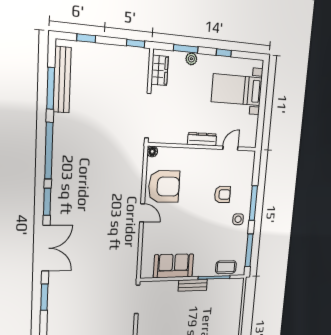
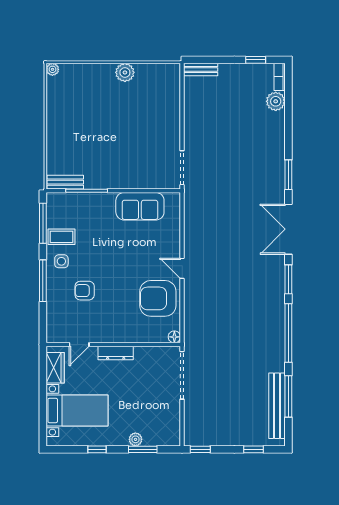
wardrobe: (160, 70) -> (55, 368), moved, turned 180
coffee table: (226, 267) -> (62, 237), moved
bench: (193, 285) -> (65, 182), moved

